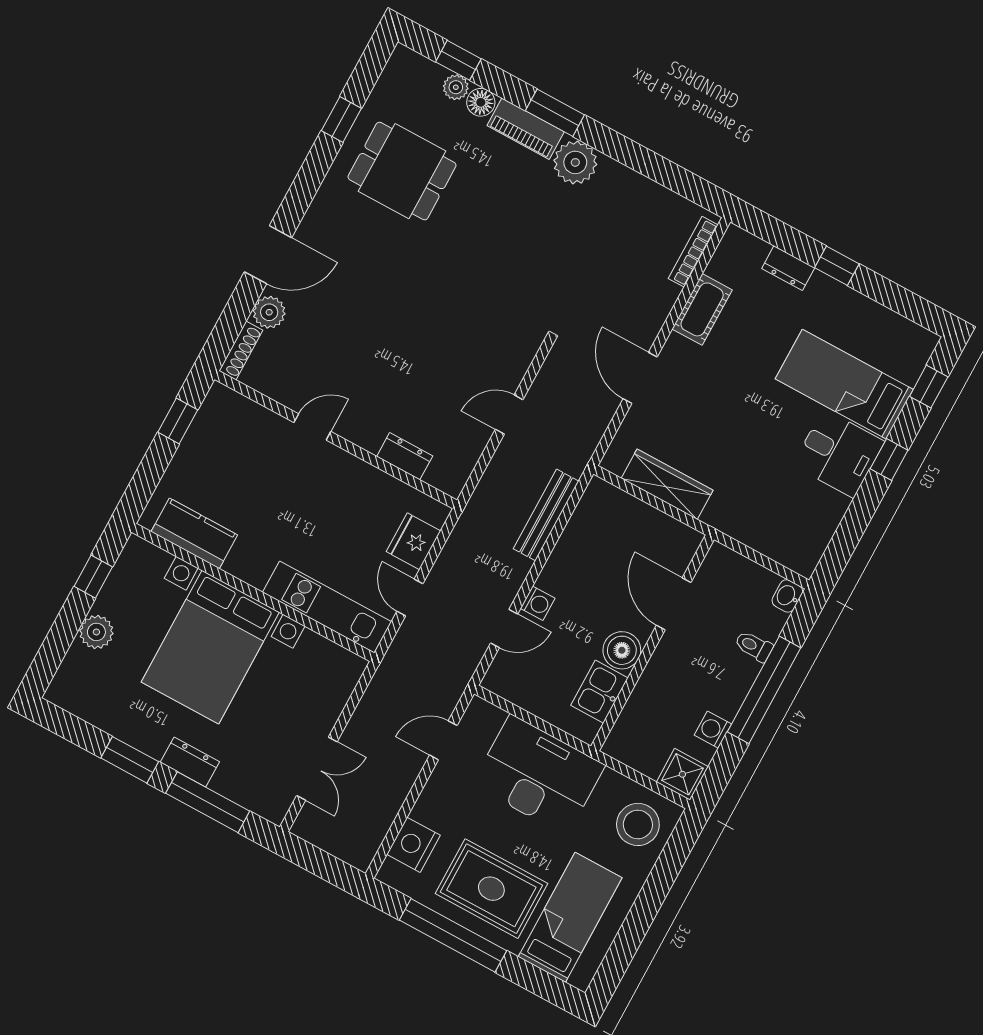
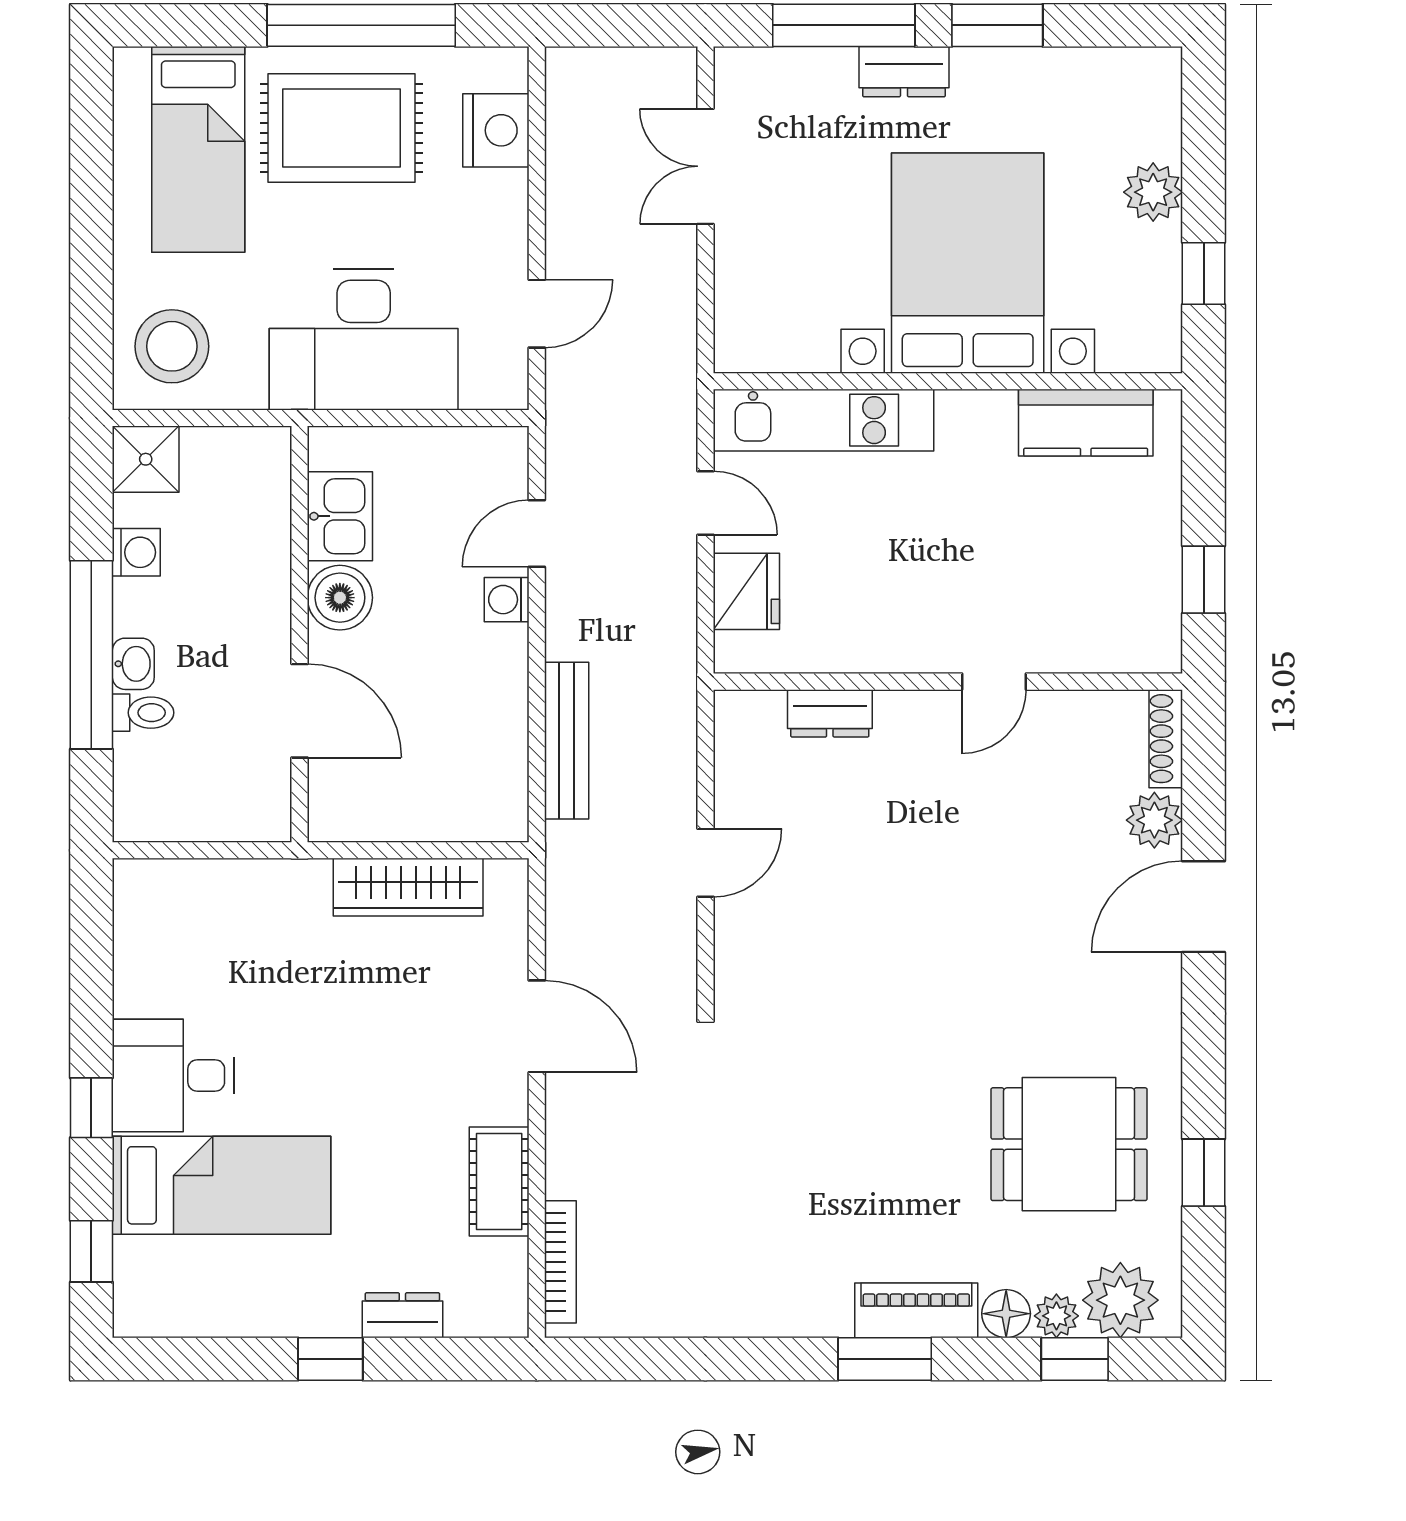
plant: (575, 162) -> (1120, 1300), moved
washbasin: (787, 596) -> (133, 664), moved

